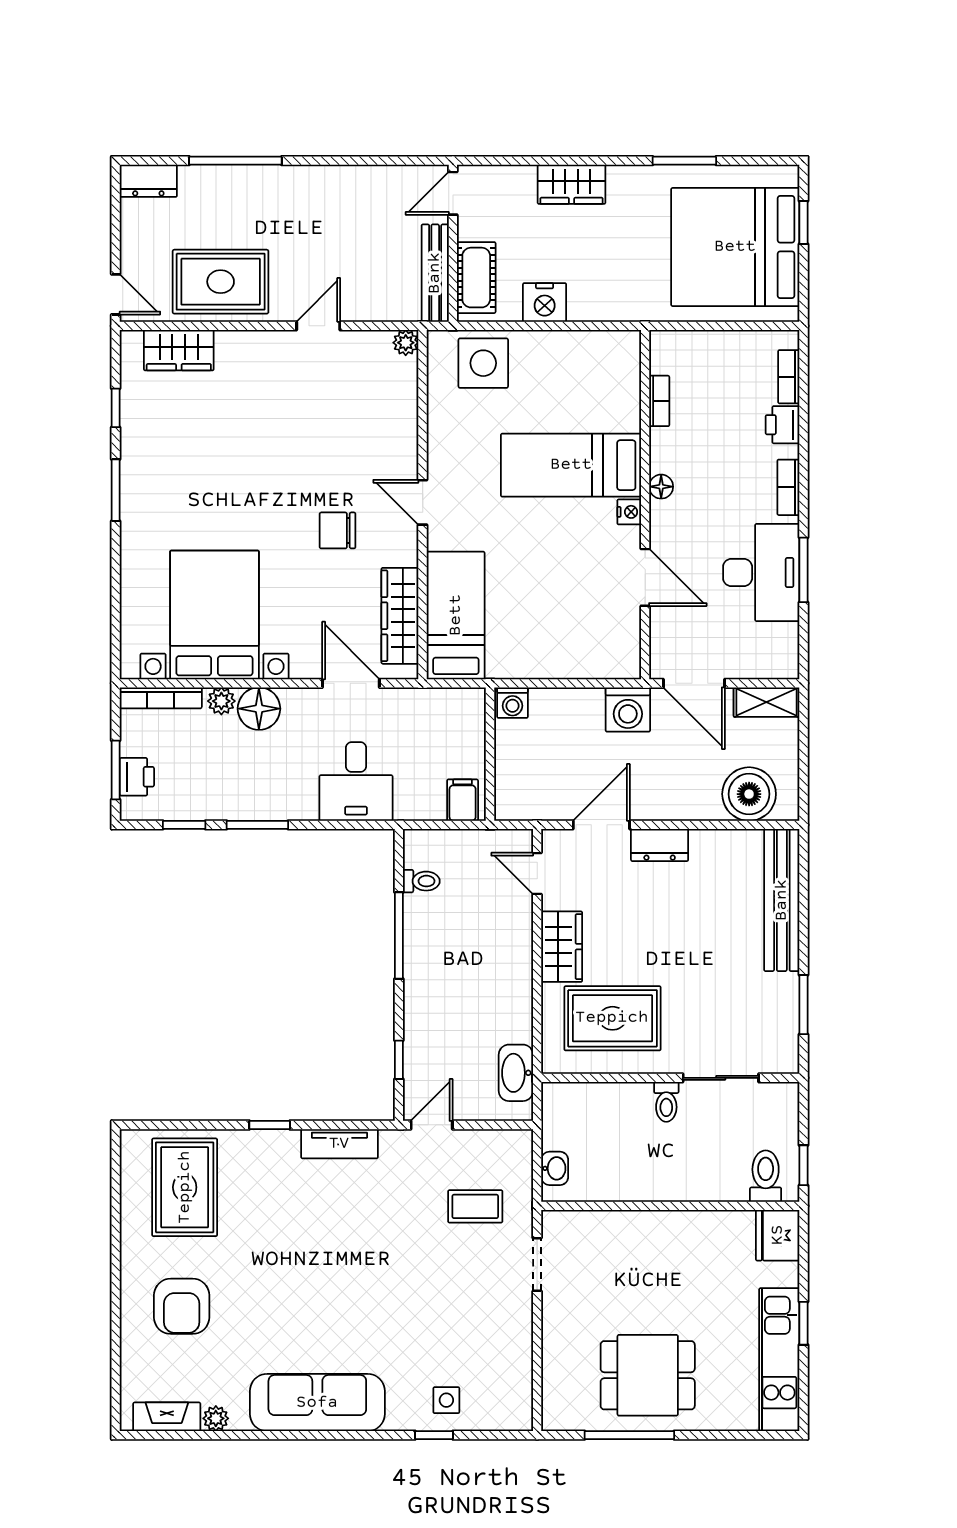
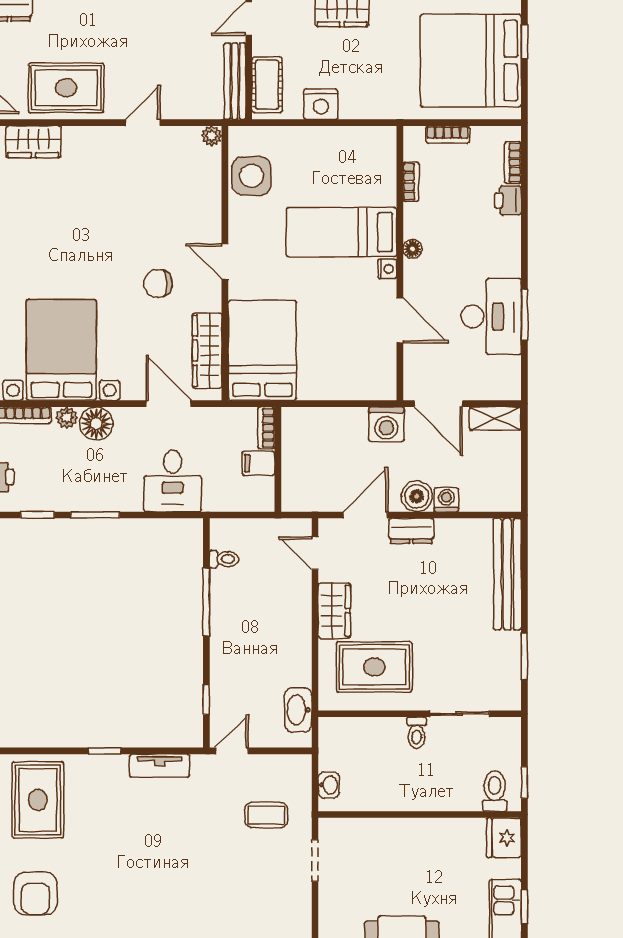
side table: (483, 363) -> (252, 176), moved
bookcase: (788, 487) -> (448, 135), moved, turned -90
bed: (456, 615) -> (262, 350), width x1.50
washing machine: (512, 703) -> (446, 500), moved, turned 180
bookcase: (475, 714) -> (266, 428), added
boiler: (749, 794) -> (417, 496), moved, width x0.73, depth x0.73
filing cabinet: (463, 800) -> (258, 463), moved, turned -90

